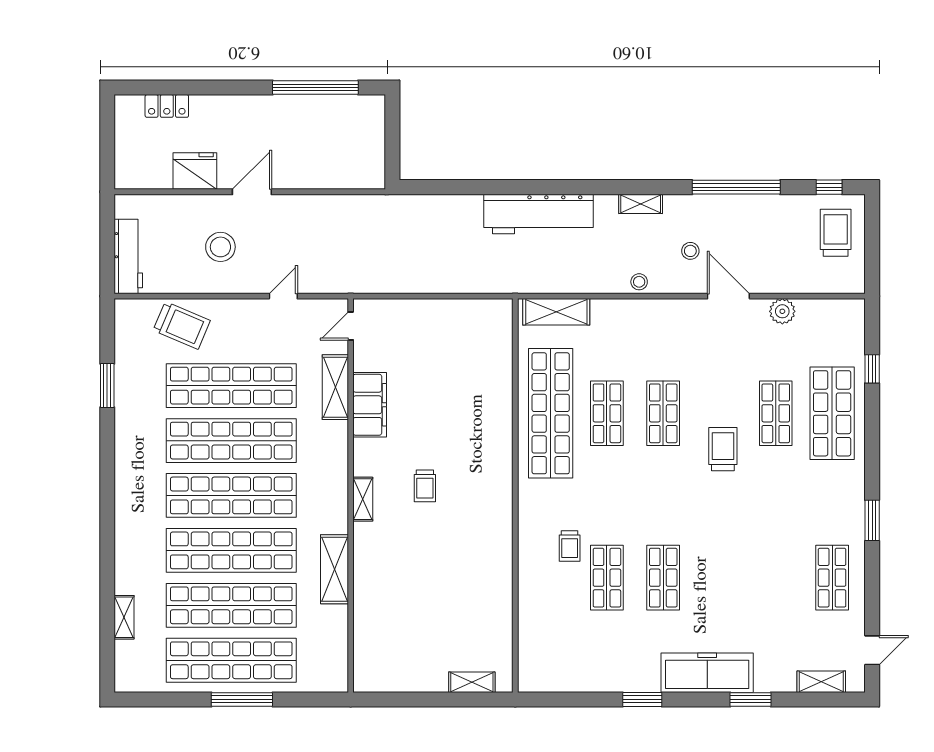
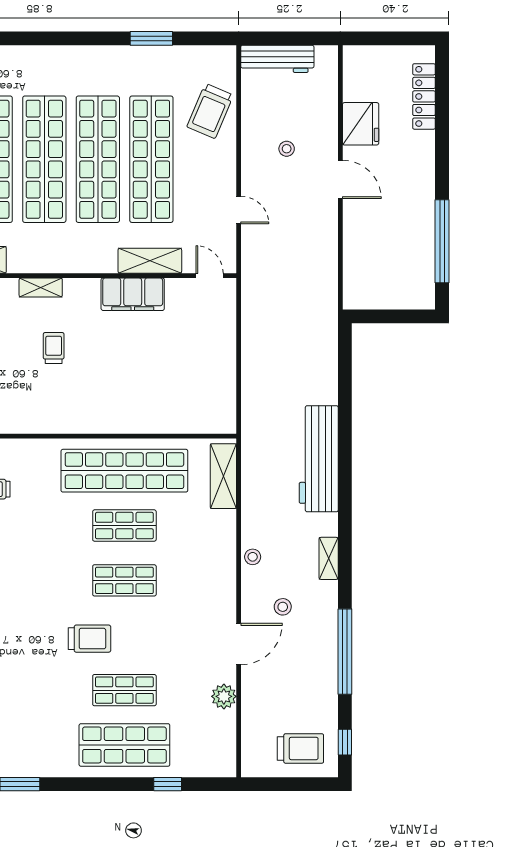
locker: (167, 106) -> (424, 96), width x1.53
stool: (220, 247) -> (287, 149), width x0.53, depth x0.53
trolley: (425, 486) -> (54, 348), turned 90

